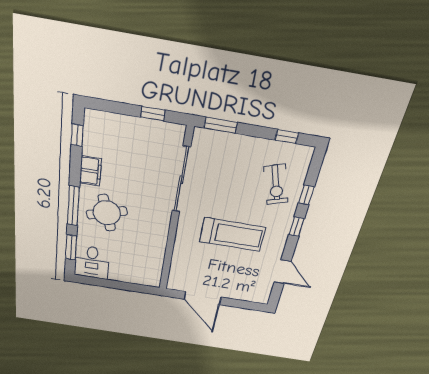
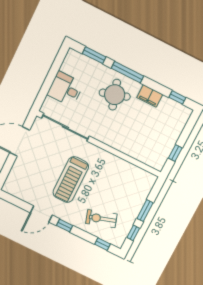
window: (221, 125) -> (145, 211), moved
sliding door: (181, 180) -> (65, 127), moved
window: (306, 195) -> (102, 244), moved
desk: (92, 262) -> (65, 89), moved
door: (282, 272) -> (41, 214), moved

